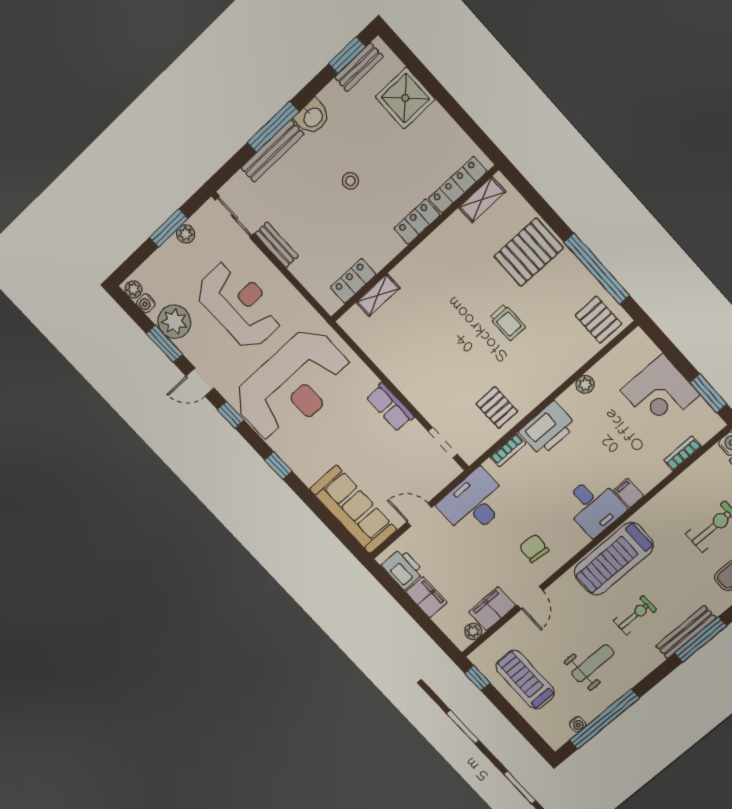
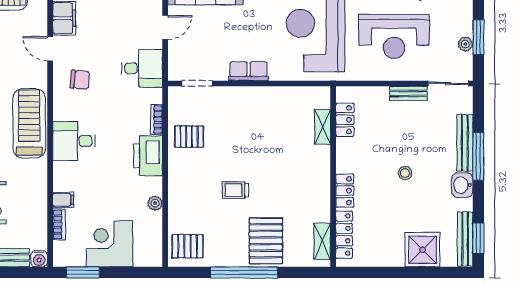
bench: (359, 67) -> (465, 239), width x1.36
window: (597, 269) -> (244, 272), moved
filing cabinet: (629, 493) -> (63, 200), moved
desk: (474, 503) -> (142, 68), width x0.73

